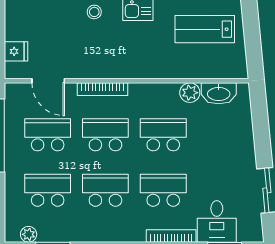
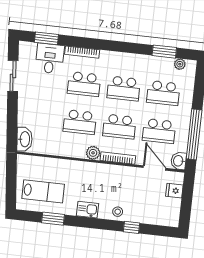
plant: (190, 93) -> (93, 153), moved
washbasin: (219, 93) -> (24, 139), moved, turned 85
washbasin: (15, 95) -> (179, 161), added

